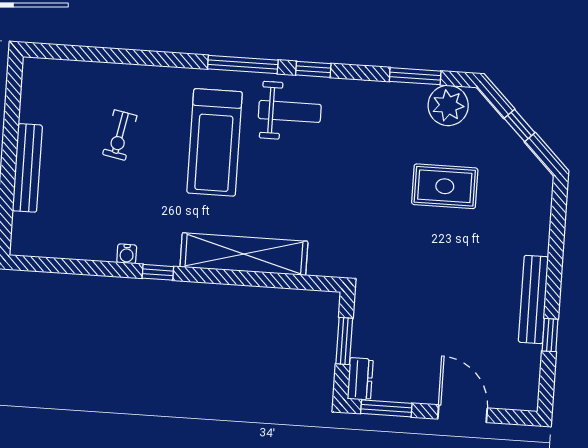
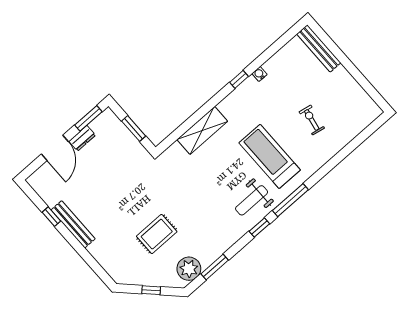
bench: (27, 168) -> (319, 48), moved
shelving: (244, 254) -> (202, 130), width x0.68
dresser: (360, 379) -> (82, 138), moved, turned -90
door: (462, 414) -> (55, 148), hinge flipped

